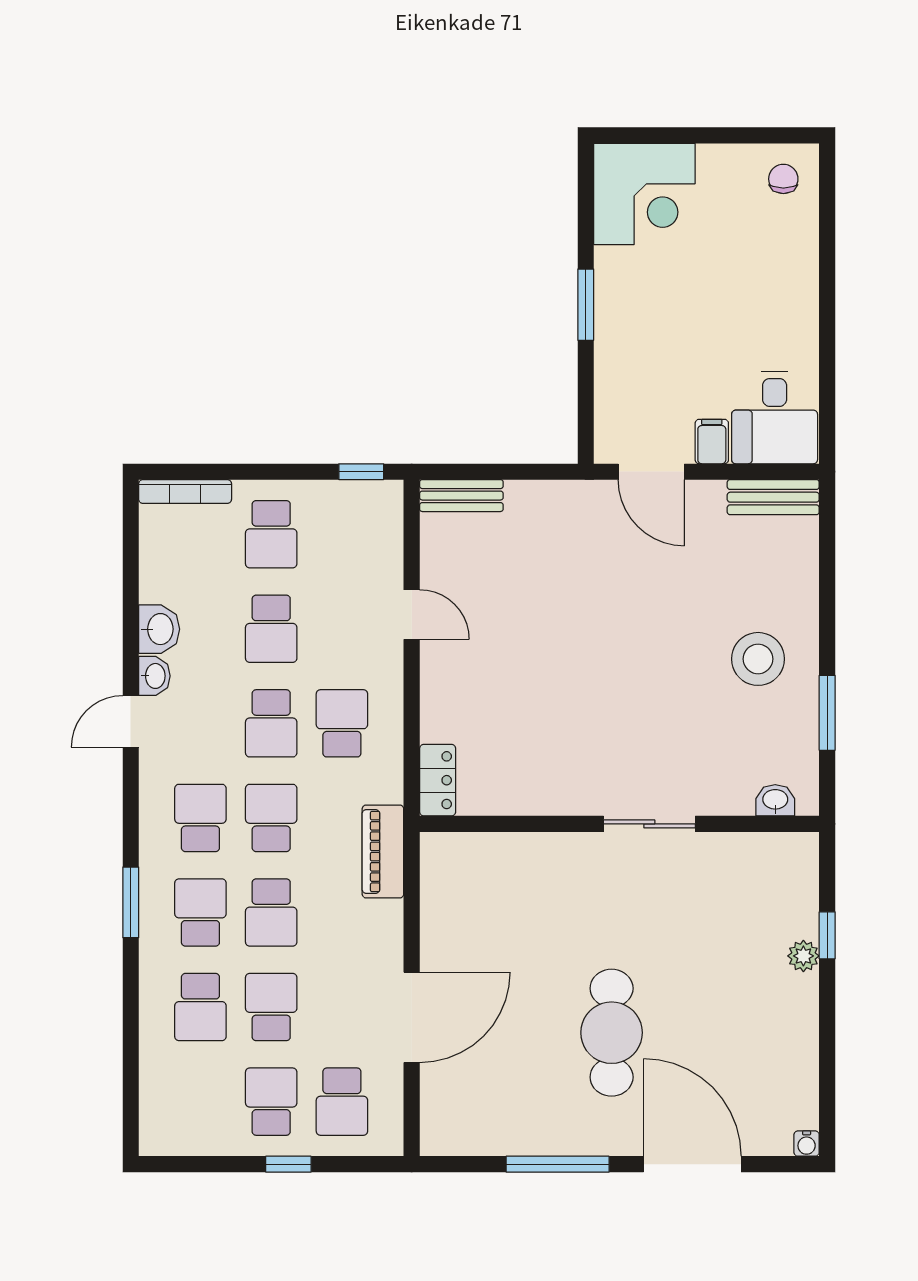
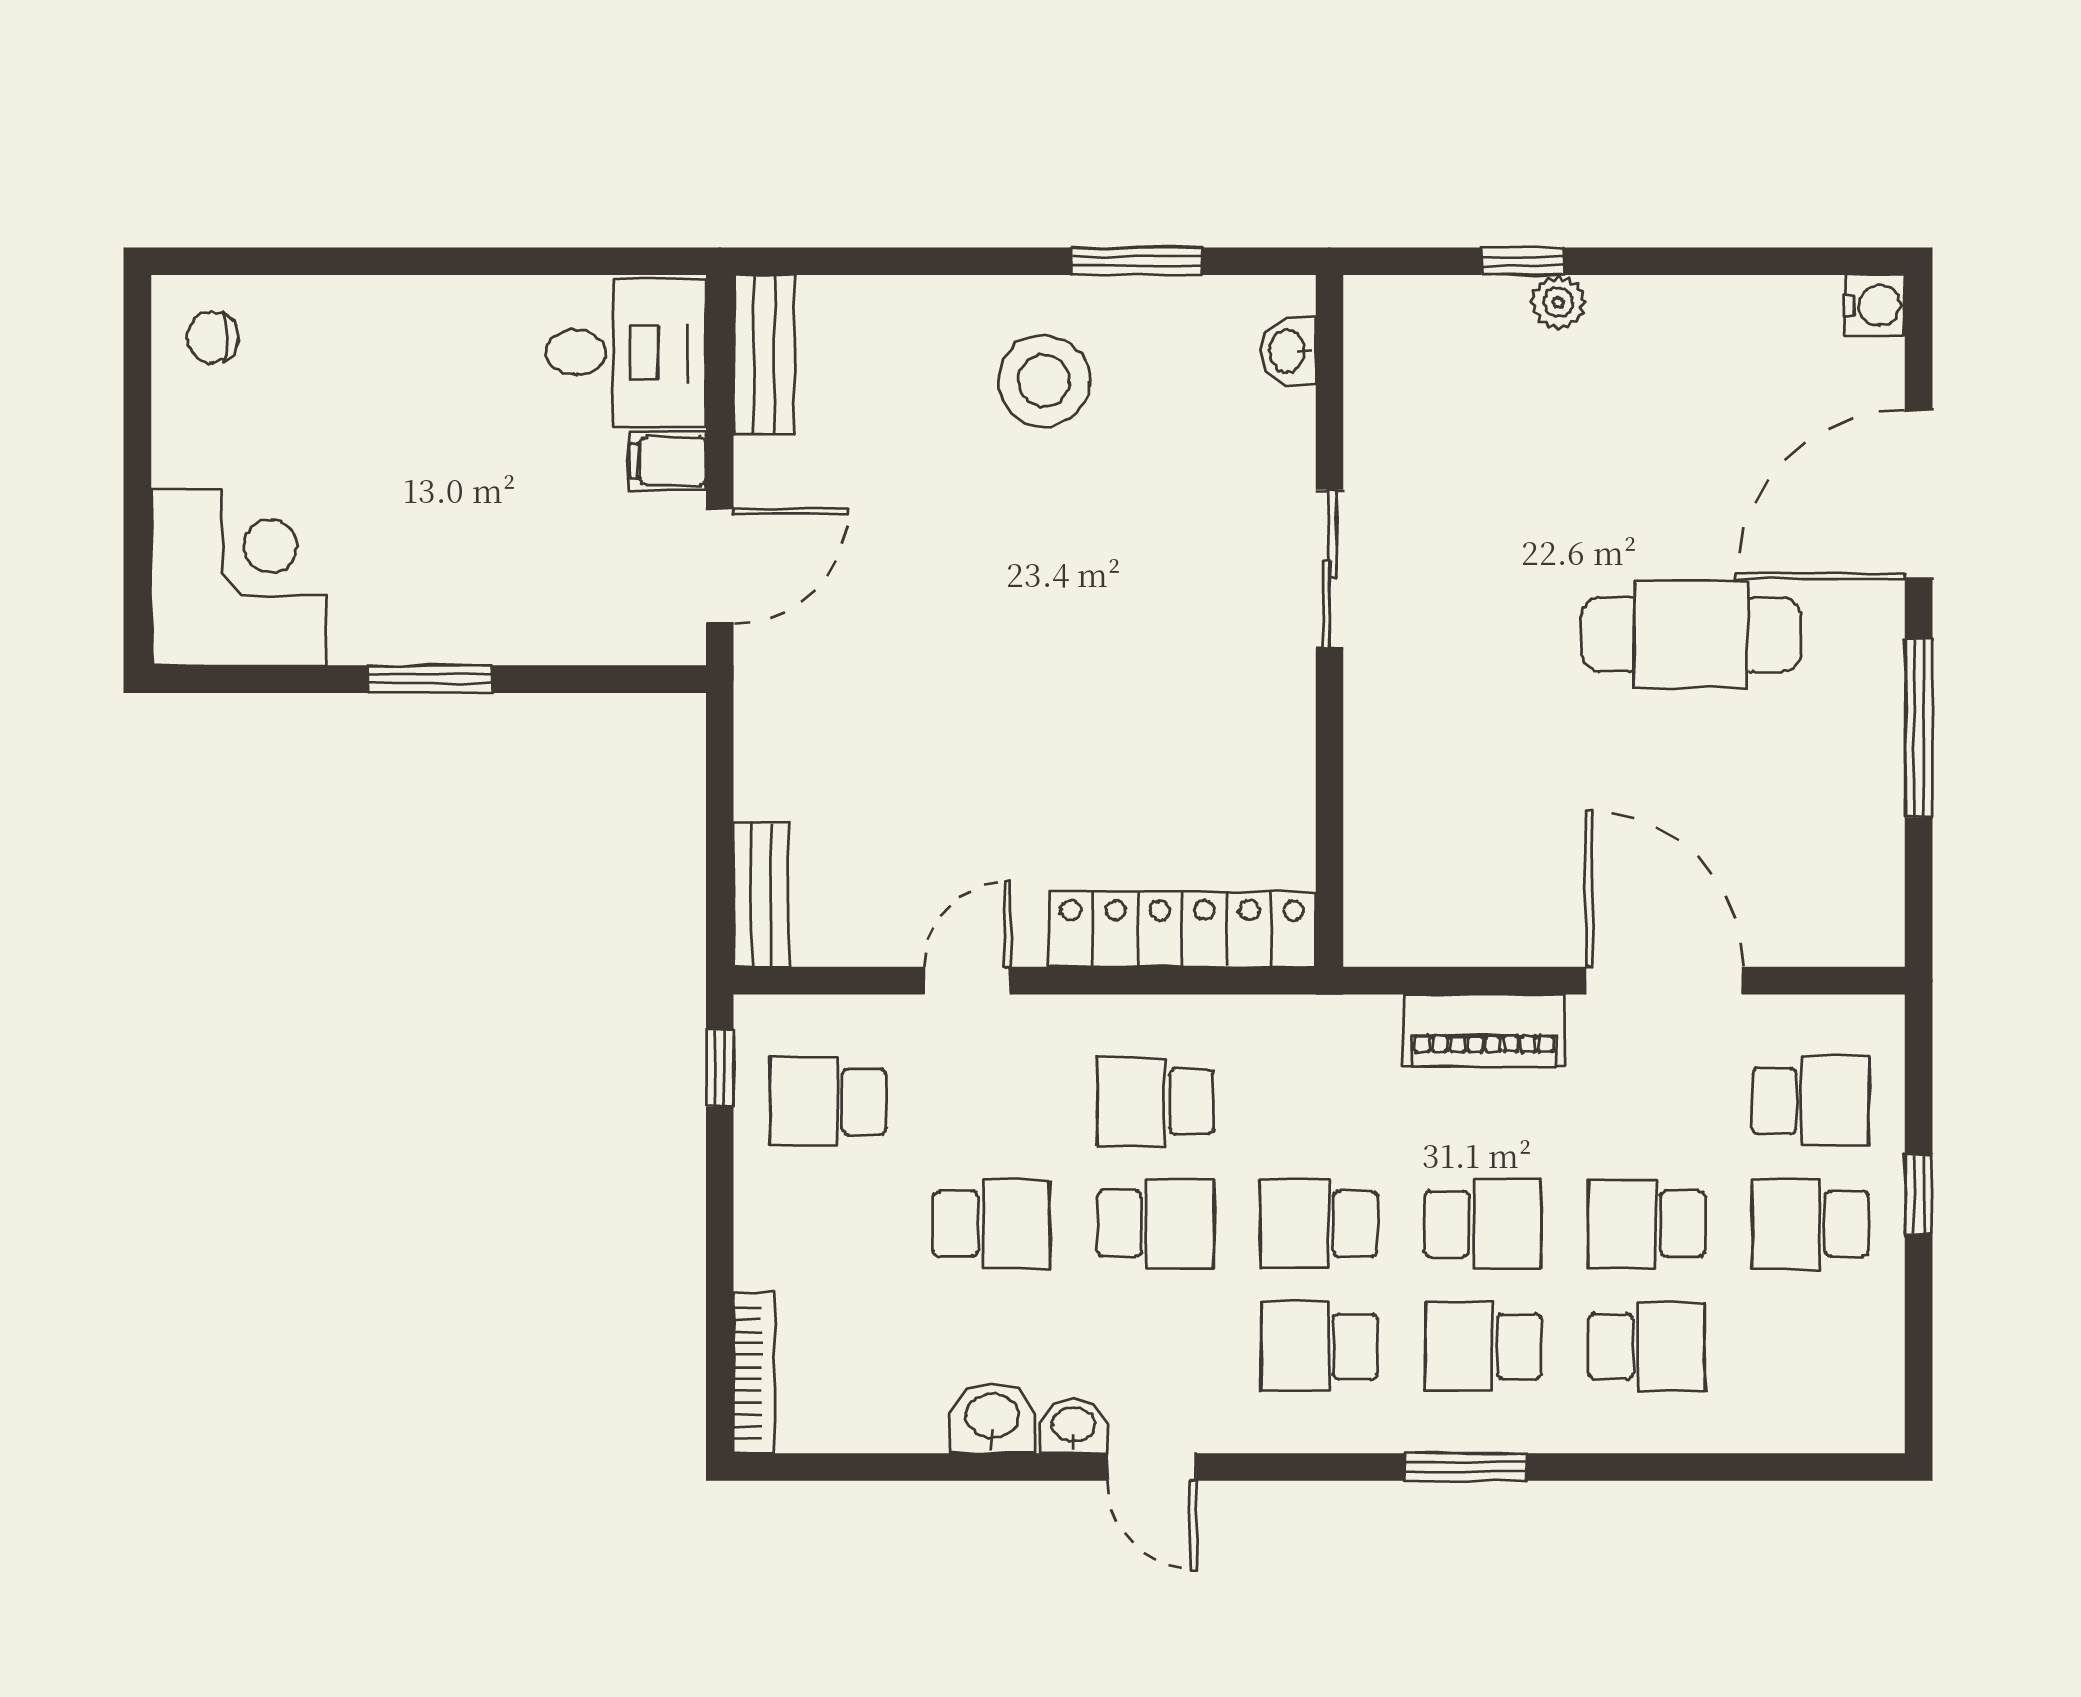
school desk: (271, 534) -> (828, 1101), moved, turned 180
locker: (438, 780) -> (1182, 929), width x2.16, depth x1.21
piano: (383, 851) -> (1484, 1030), moved
water cooler: (807, 1144) -> (1875, 305), width x1.38, depth x1.38

